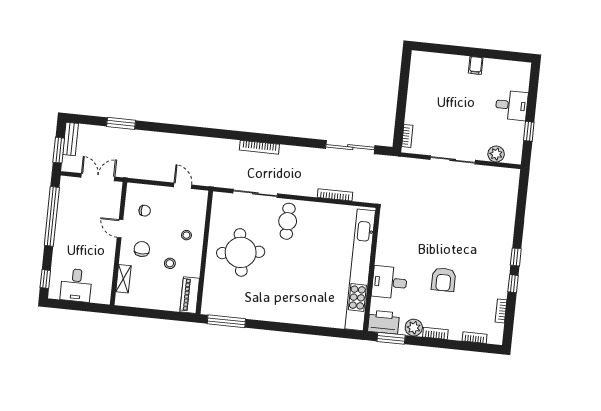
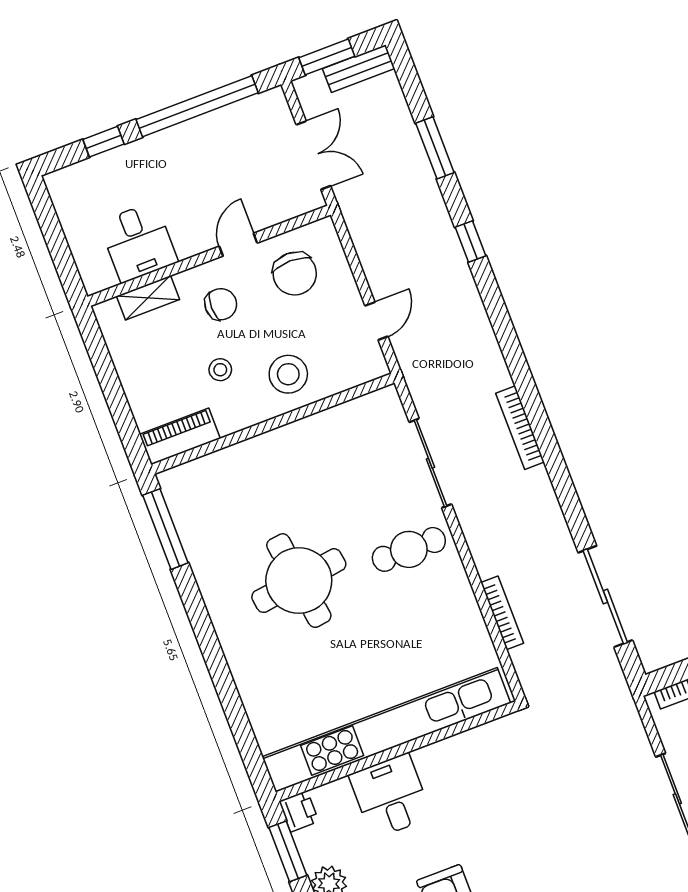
window: (169, 128) -> (471, 242), added
chair: (145, 211) -> (295, 274), width x1.87, depth x1.87
stool: (186, 235) -> (288, 374), width x1.89, depth x1.89
round table: (241, 252) -> (299, 581), moved
window: (45, 279) -> (104, 142), moved
desk: (76, 285) -> (138, 242), moved, turned -90
printer: (384, 322) -> (299, 811), width x0.53, depth x0.68

